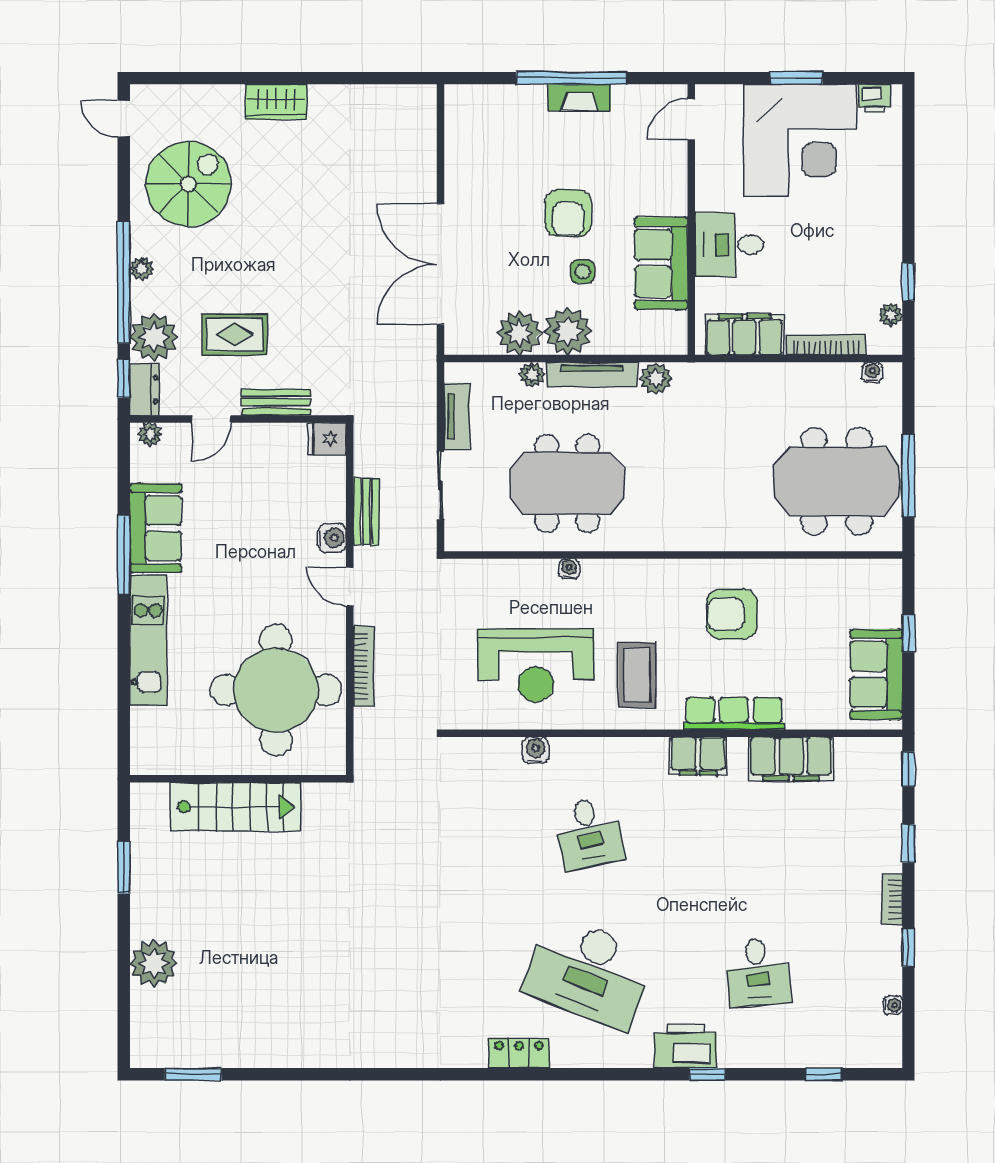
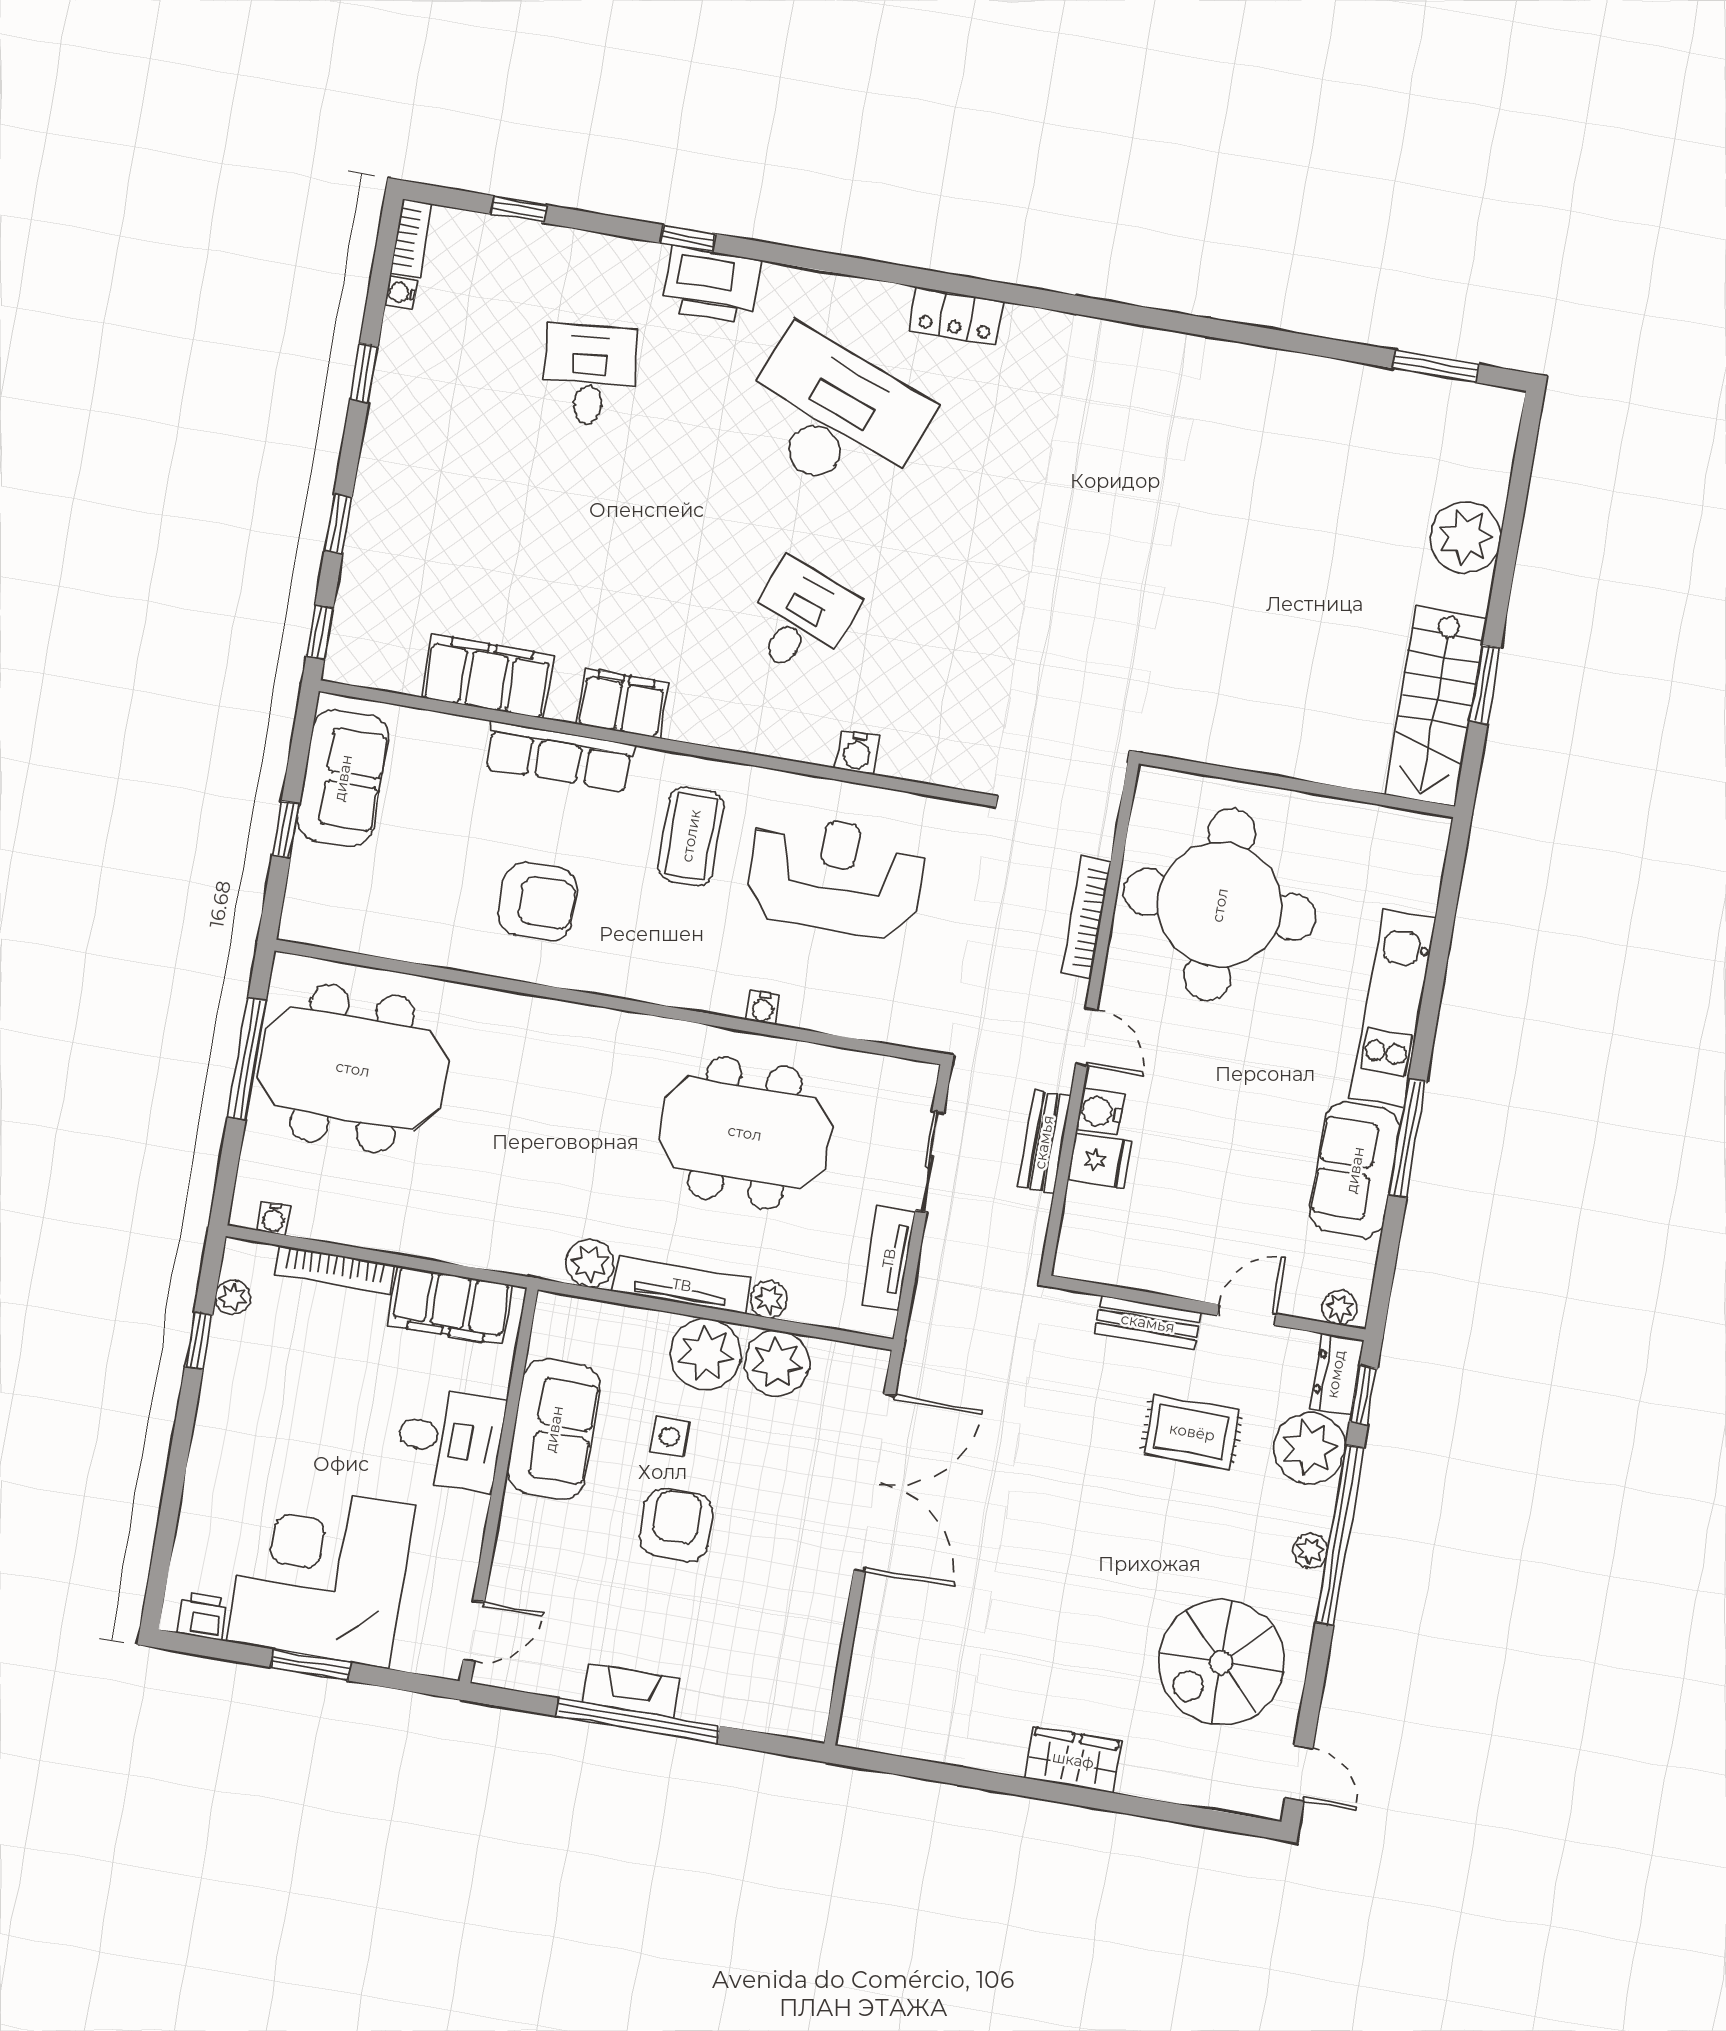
fridge: (327, 439) -> (1100, 1161), moved
stairs: (236, 807) -> (1436, 706), moved, turned -90
desk: (589, 833) -> (800, 618), turned 33
bookcase: (892, 899) -> (411, 238), moved

